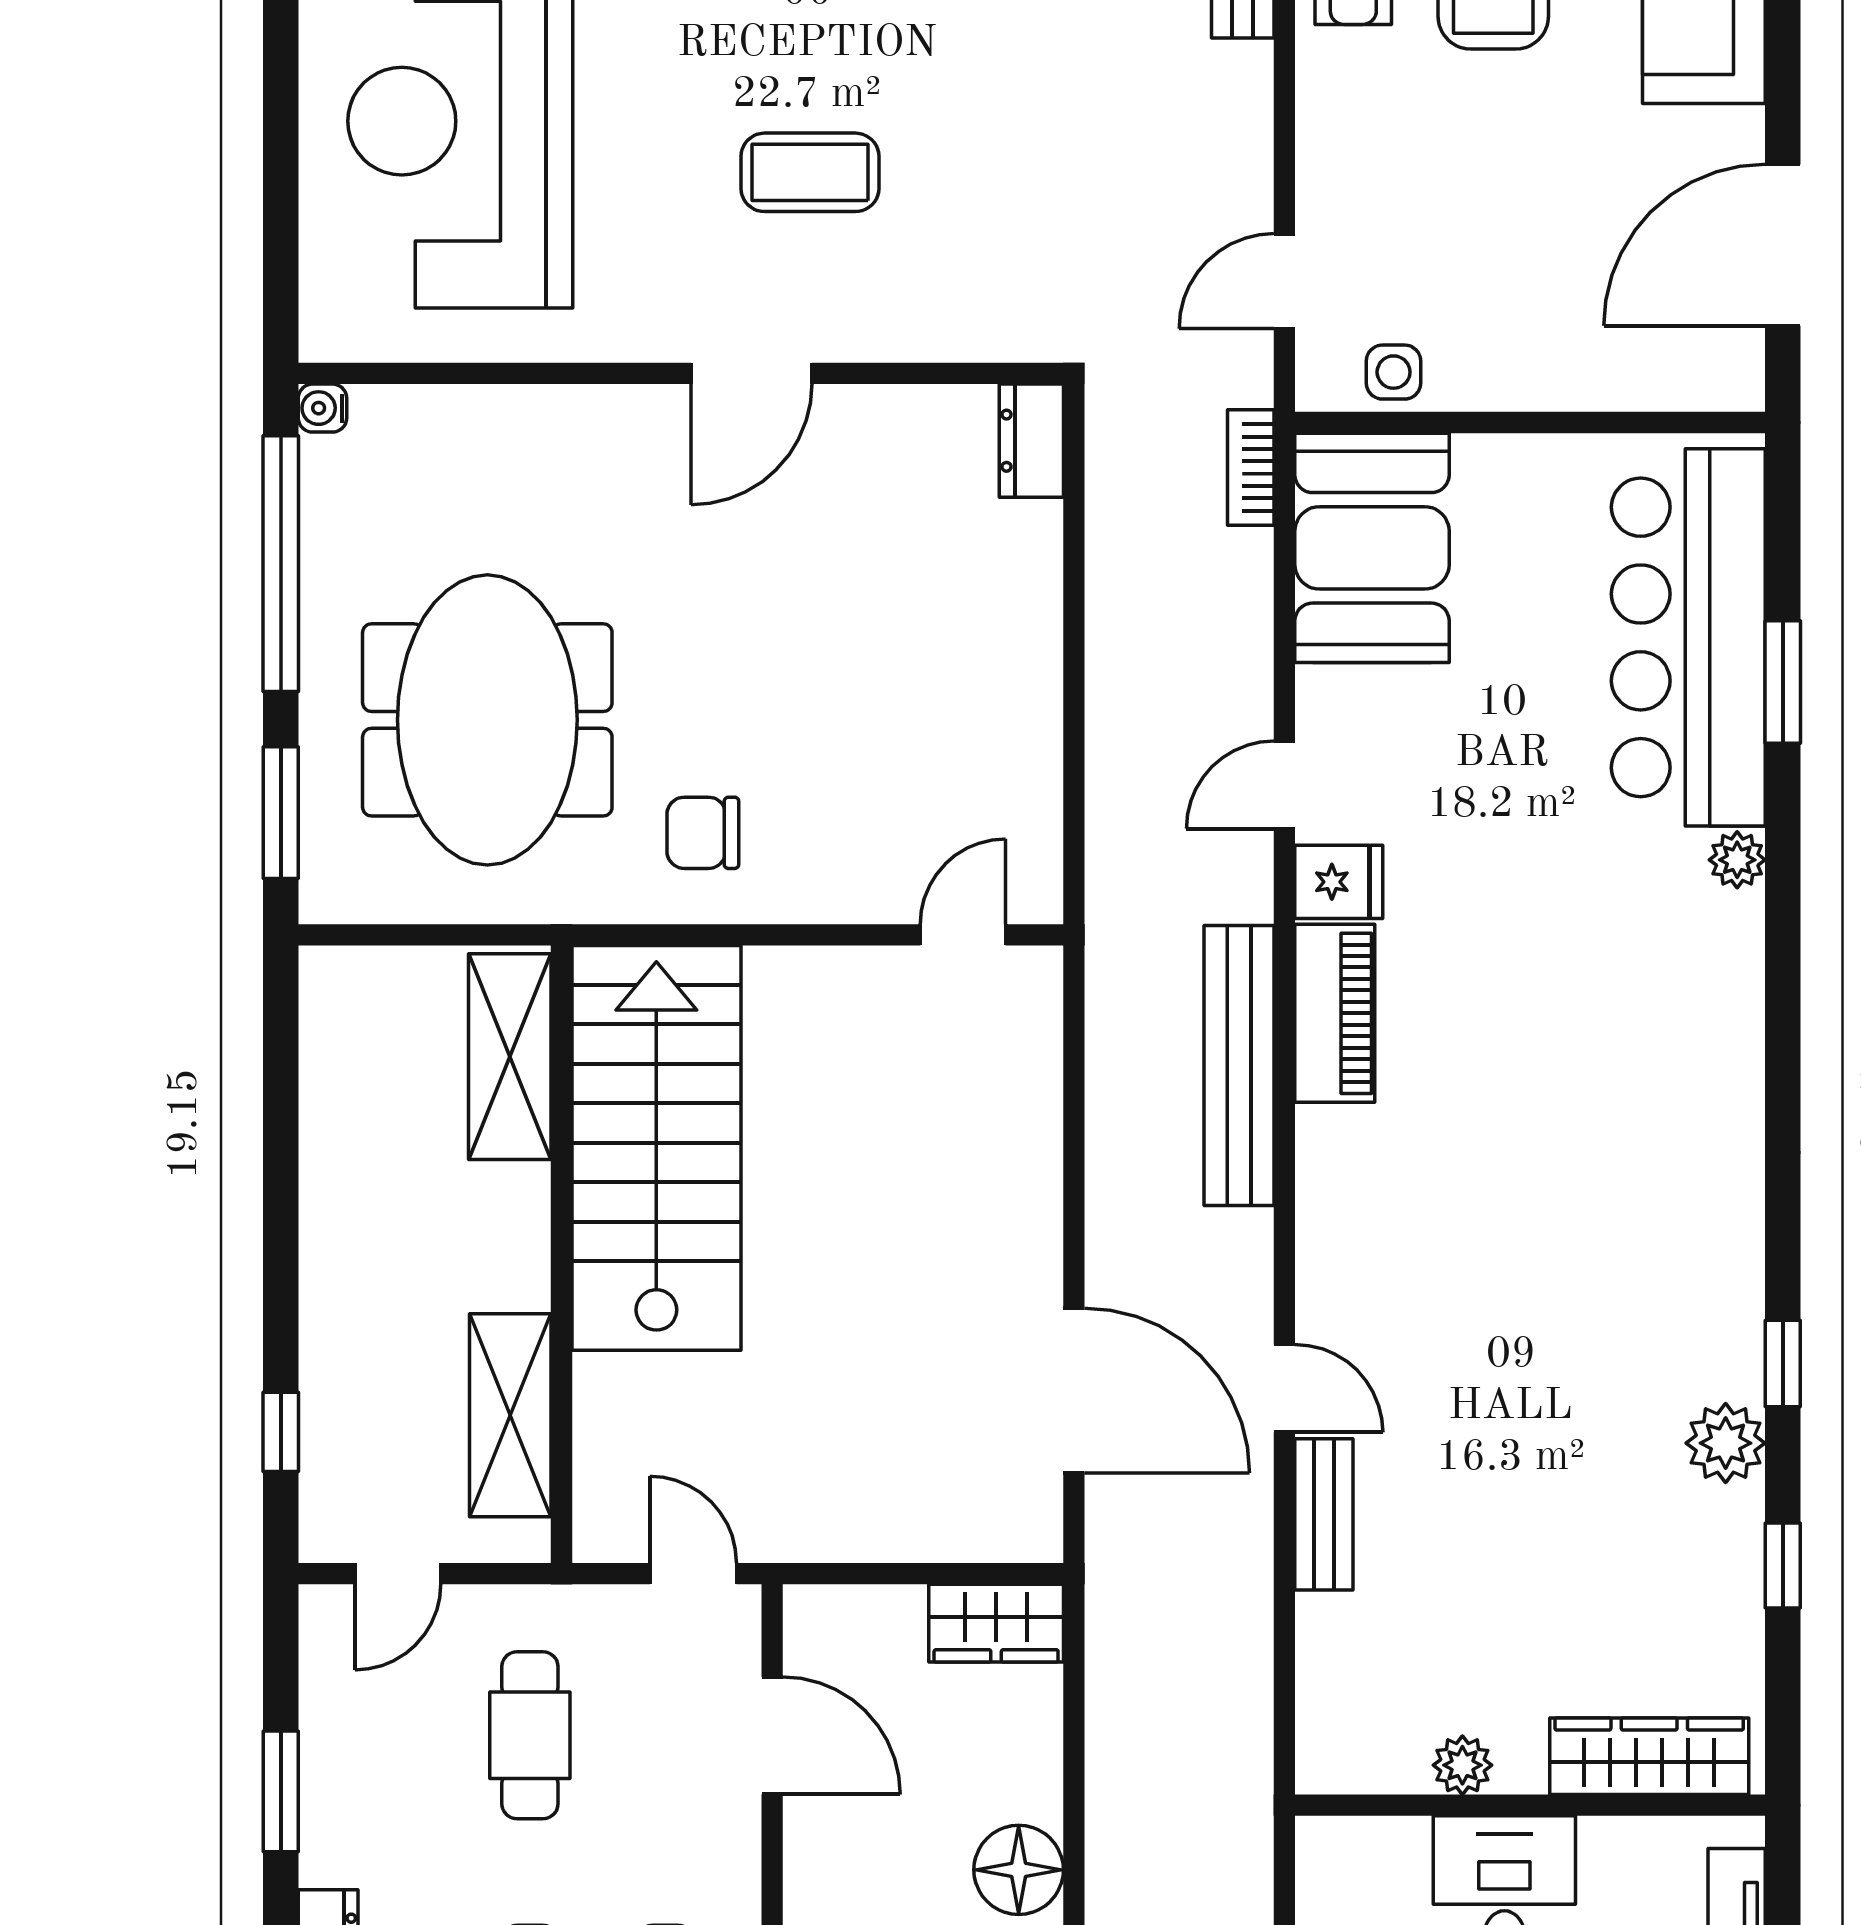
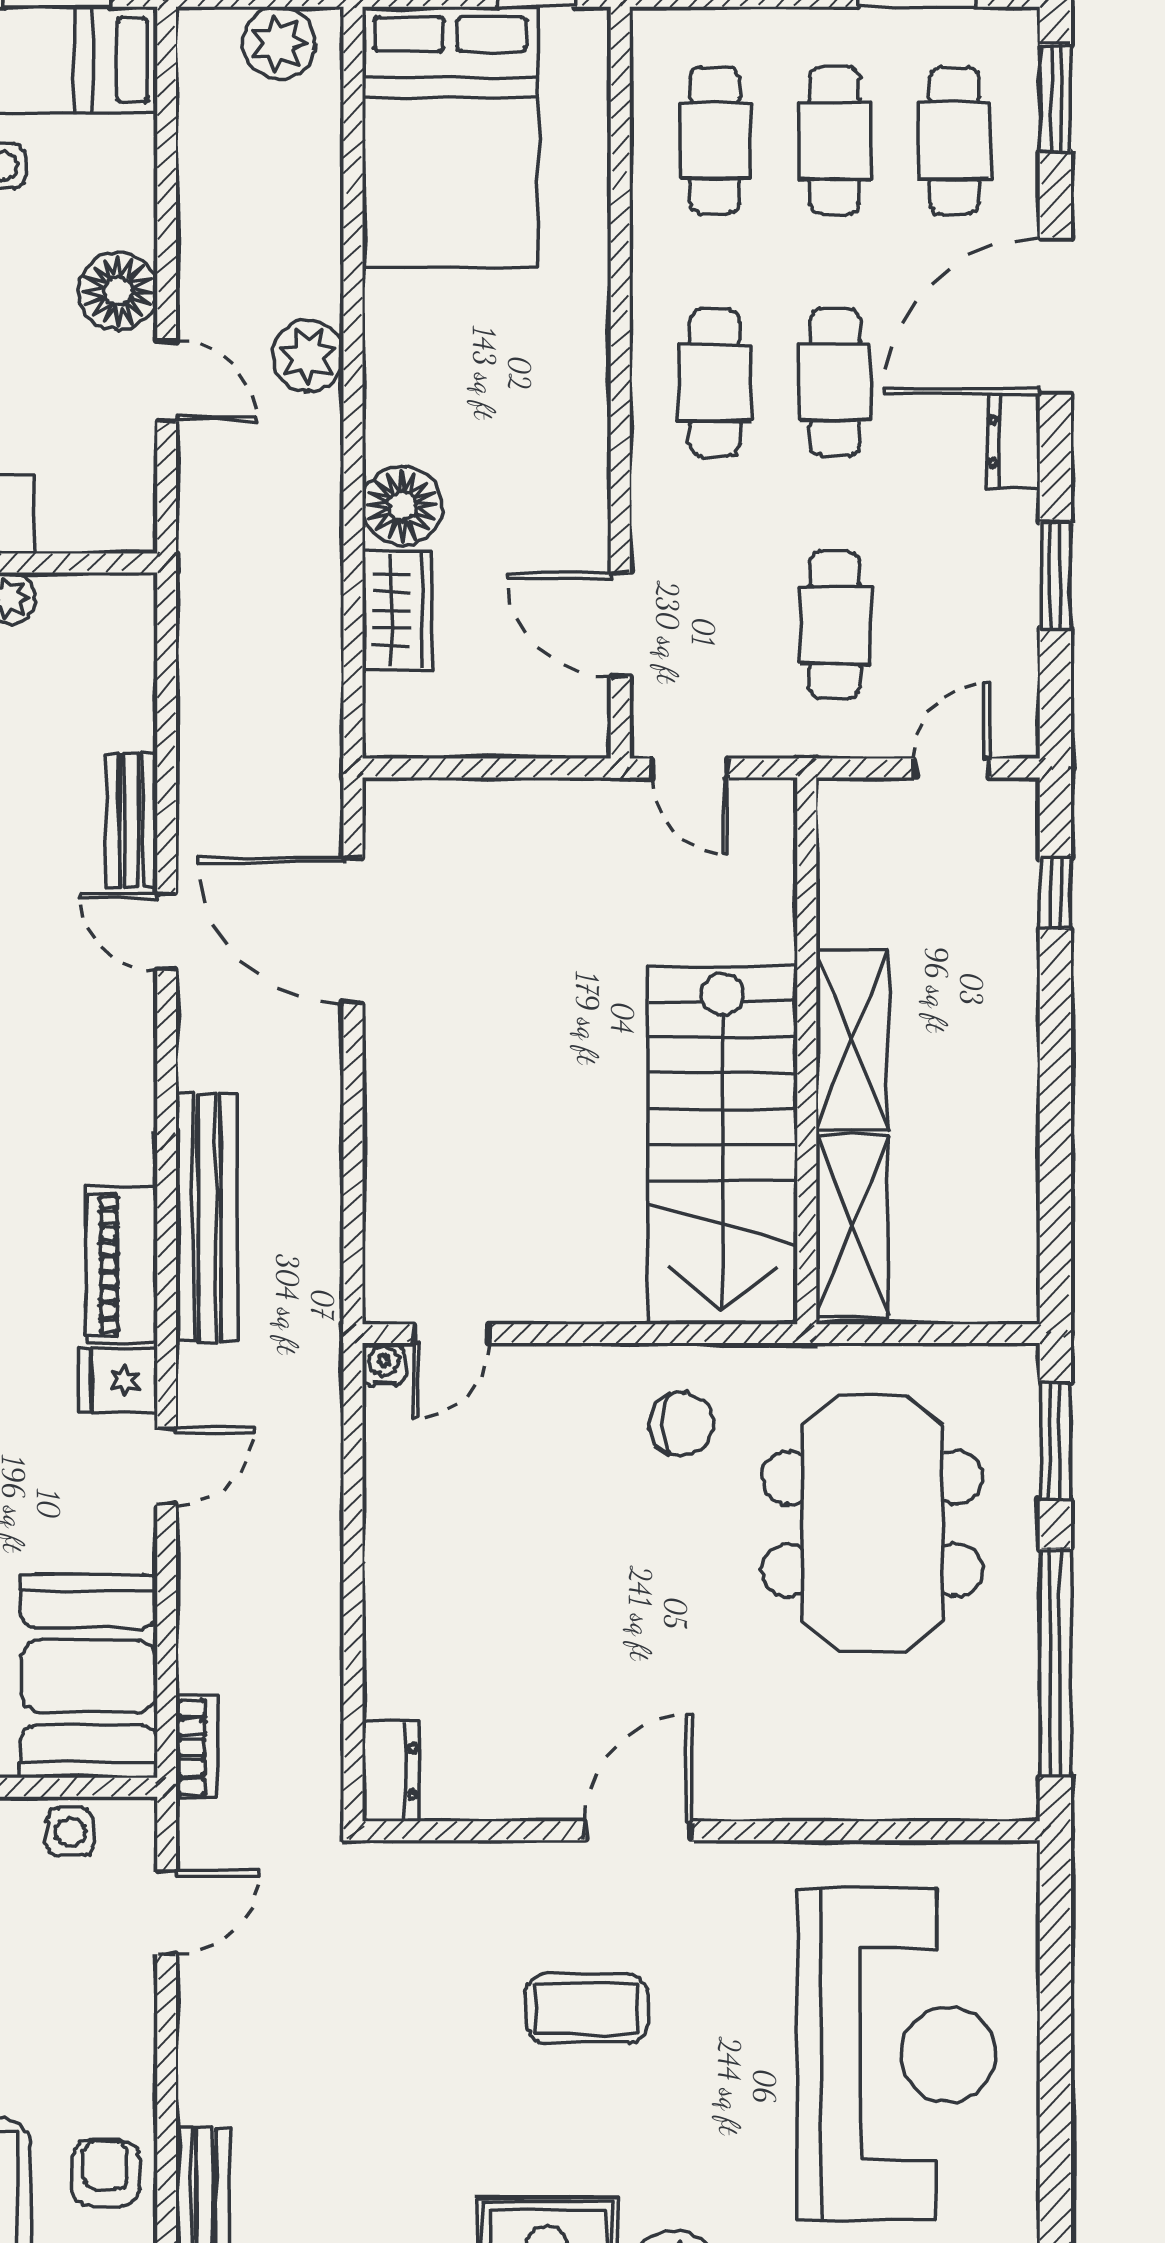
water cooler: (322, 408) -> (384, 1364), moved, turned -90
shelving: (510, 1415) -> (852, 1040), moved
wardrobe: (996, 1623) -> (397, 610), moved, turned 90

